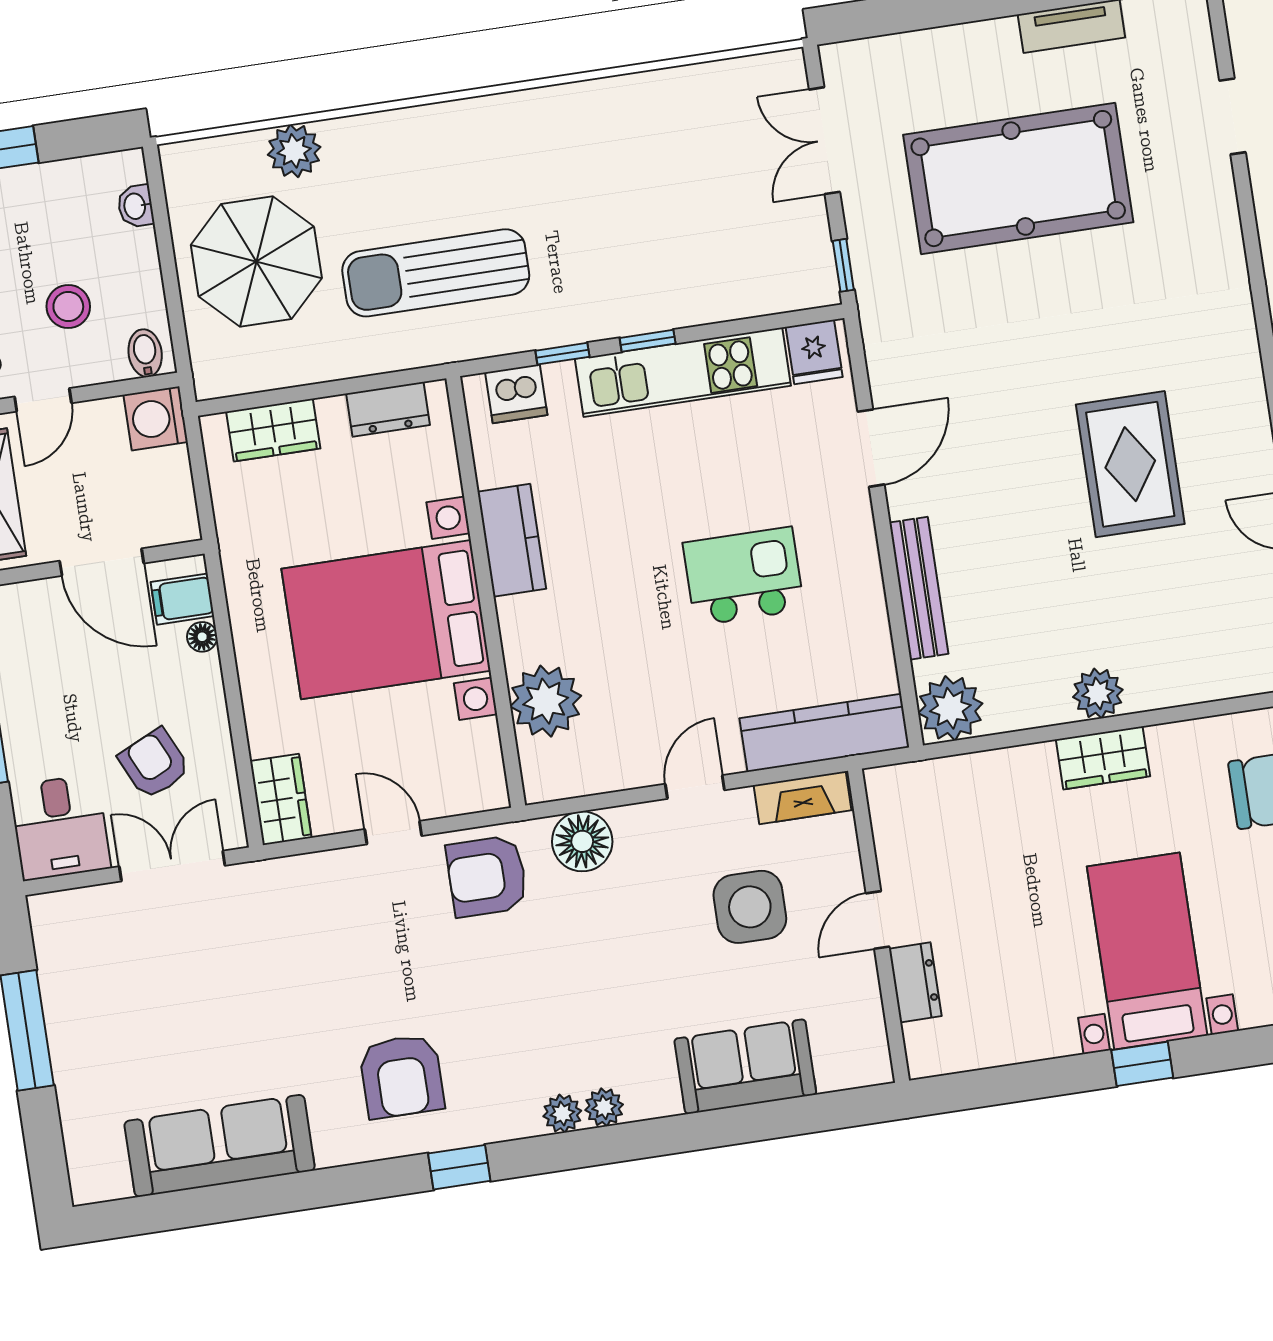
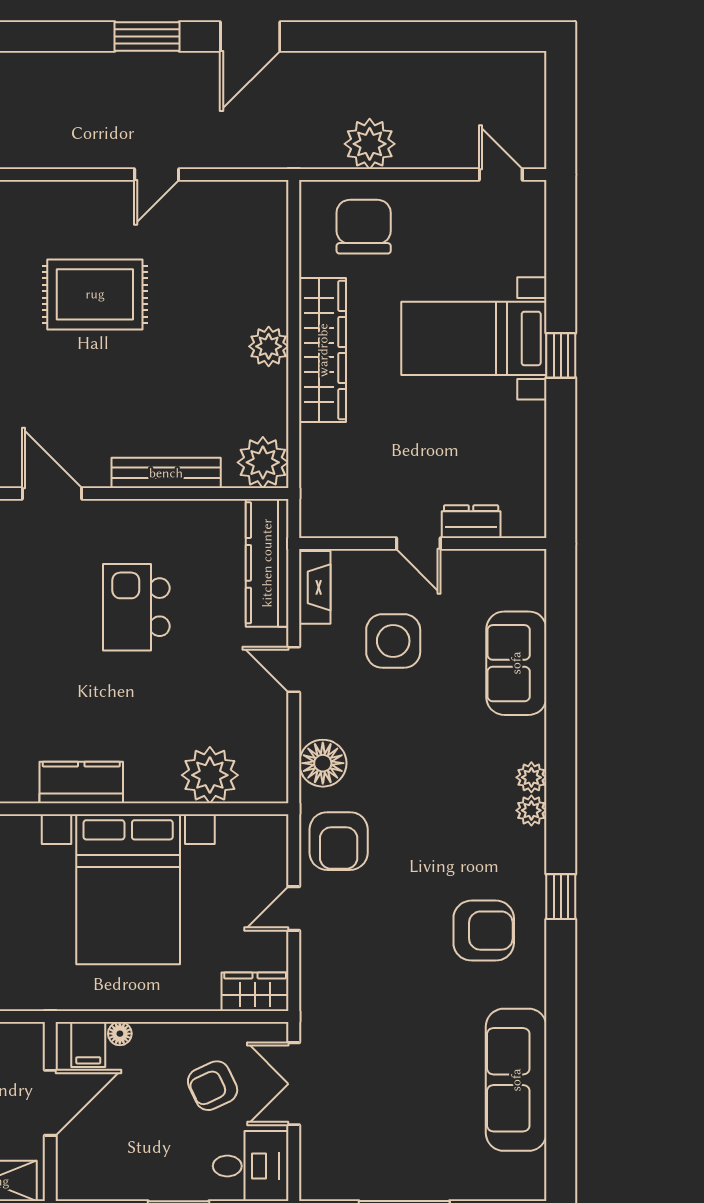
wardrobe: (1103, 758) -> (323, 350), width x2.10, depth x1.17

